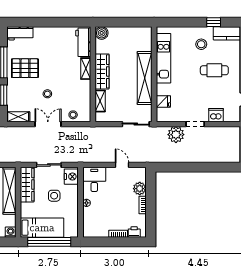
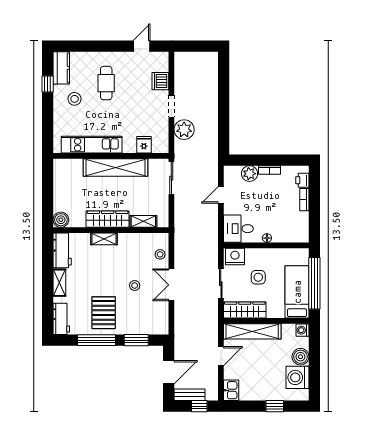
workbench: (83, 42) -> (62, 250), moved, turned -90
shelving: (18, 117) -> (59, 283), moved

